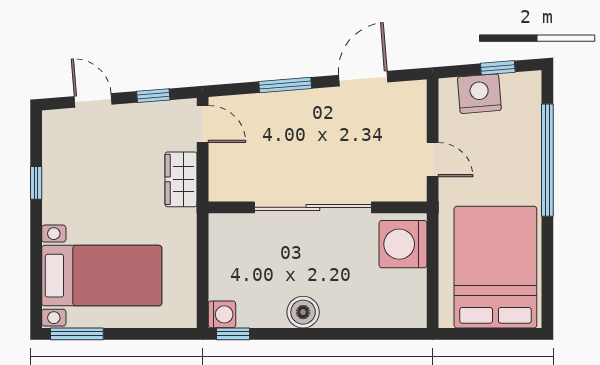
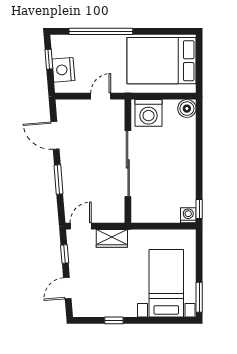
boiler: (303, 312) -> (187, 109), moved

